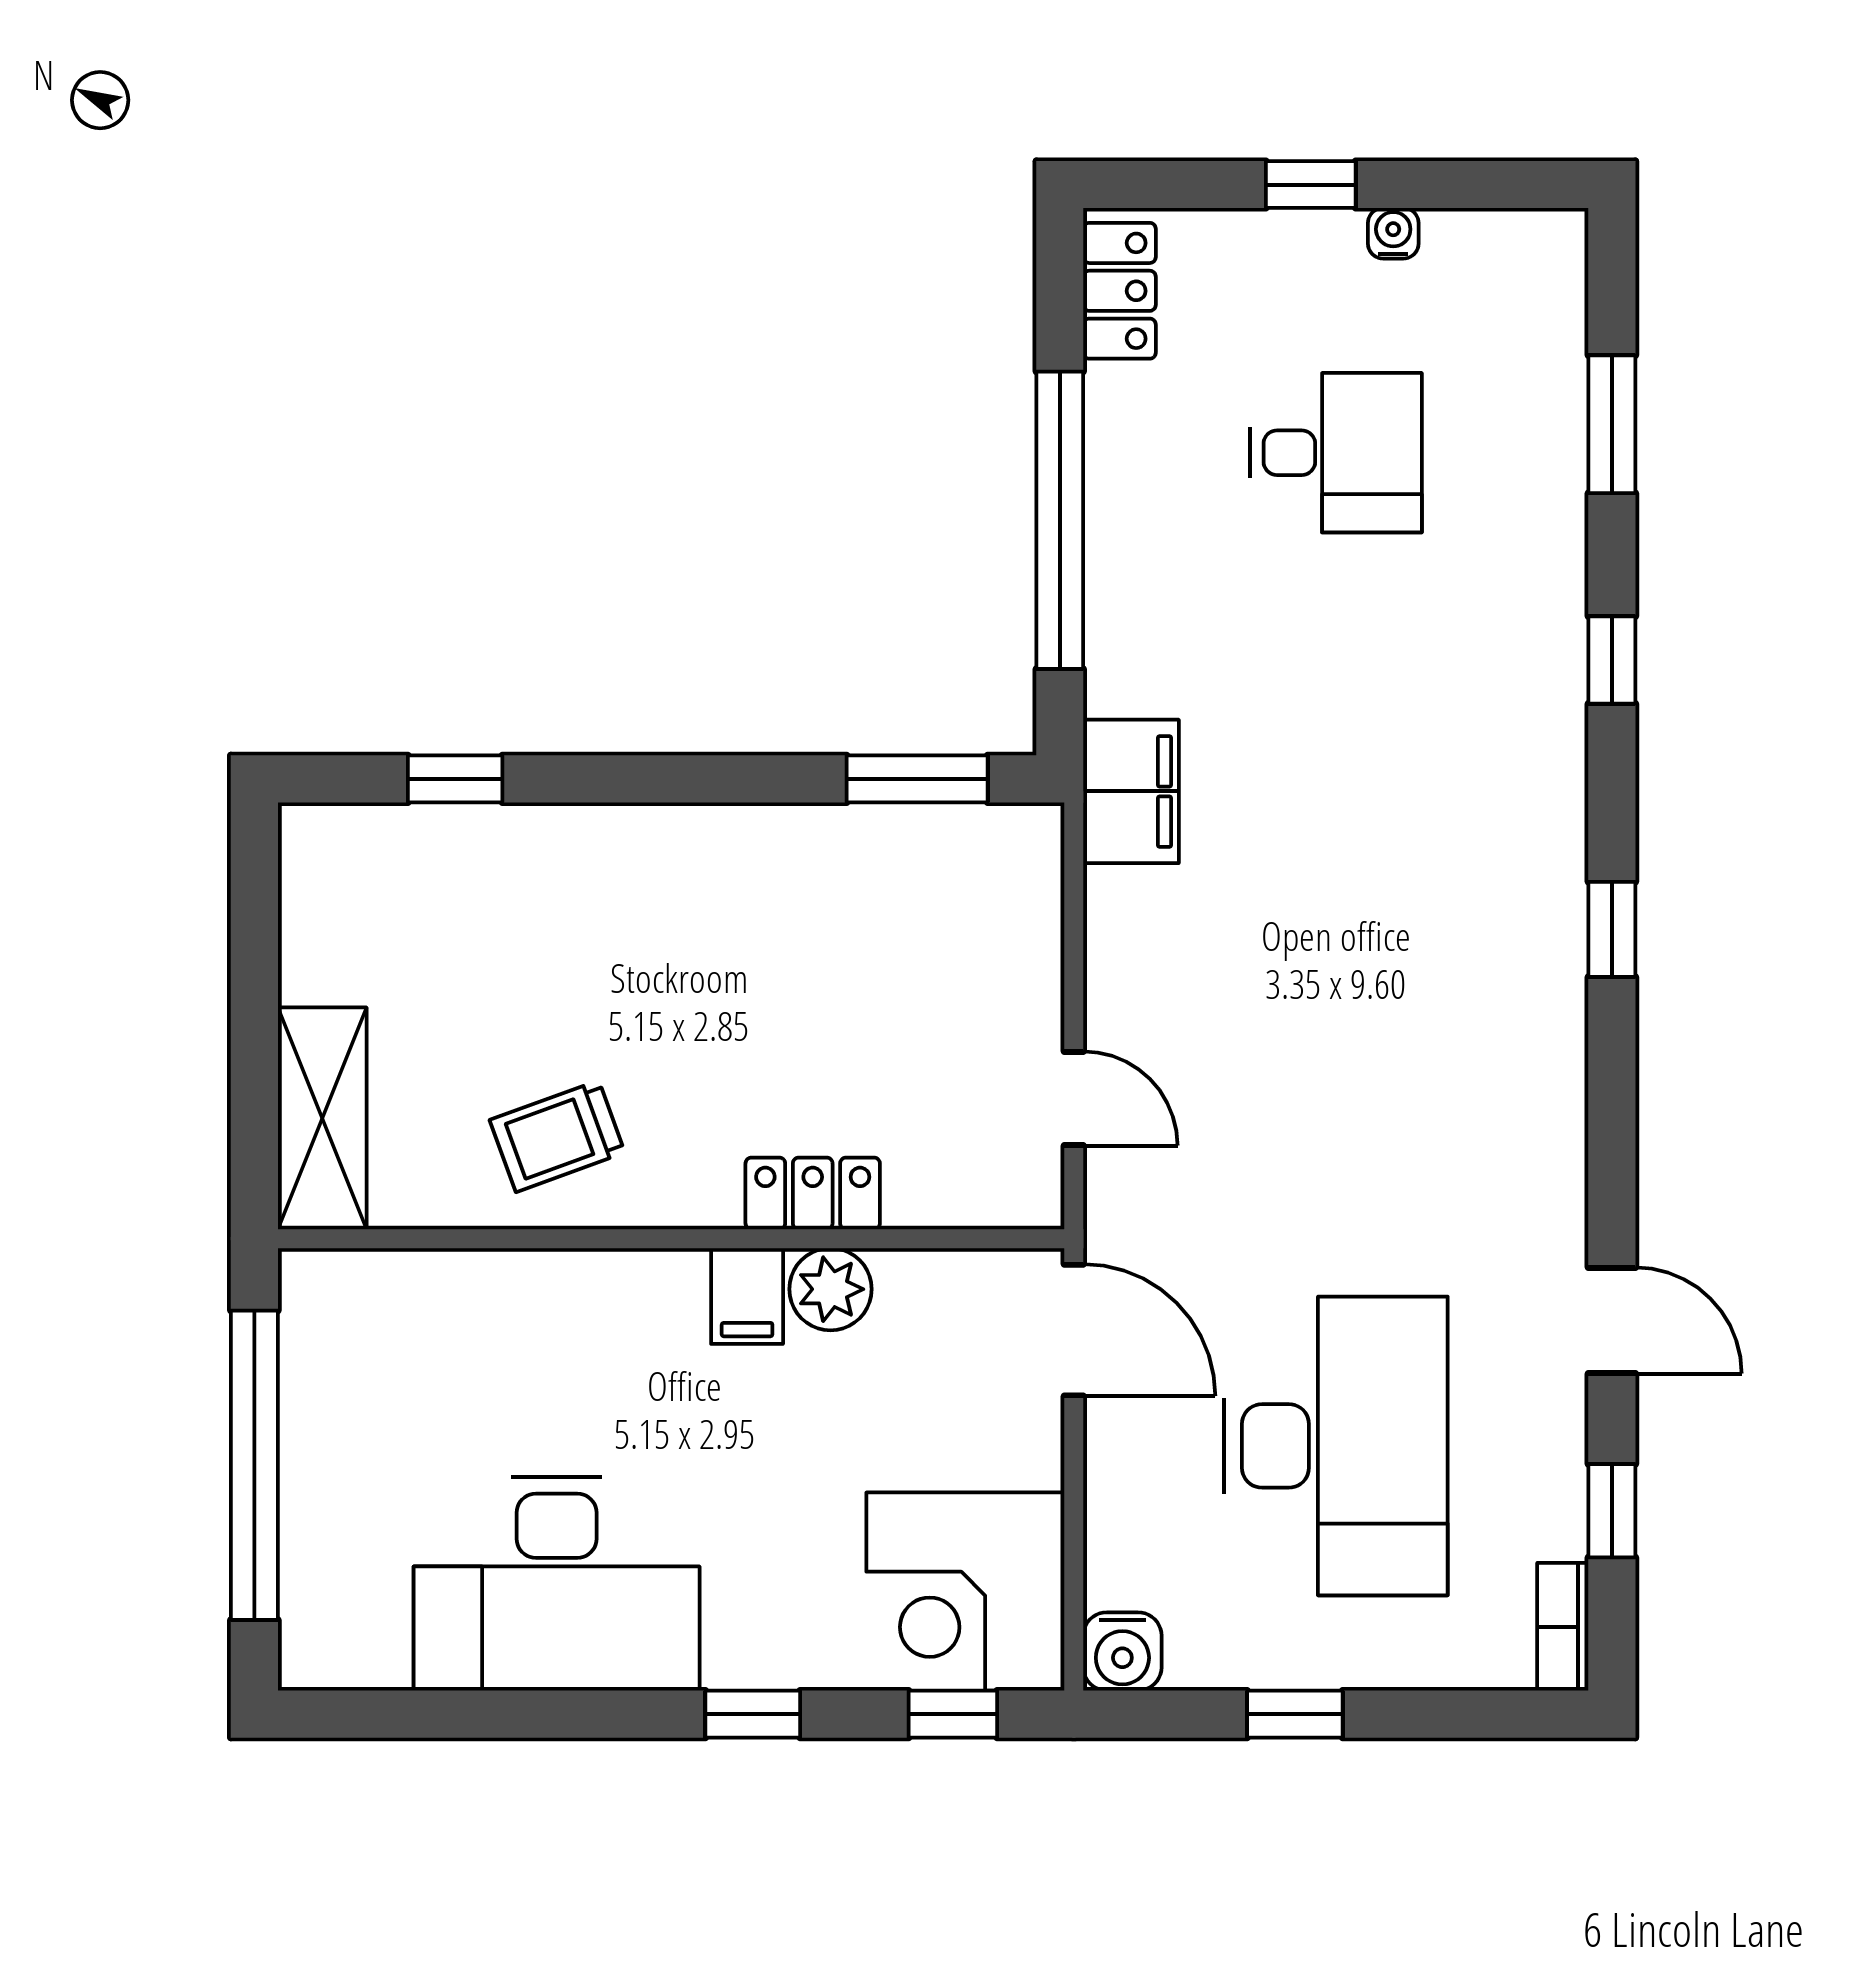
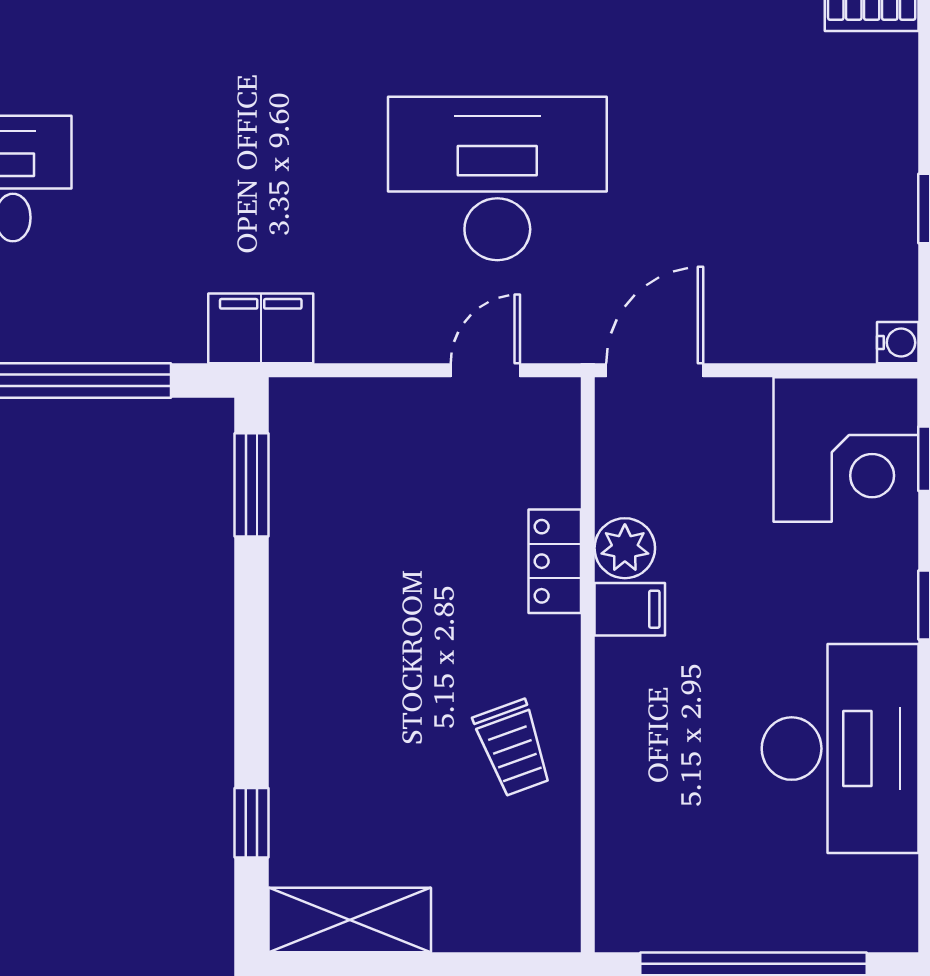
shelving: (322, 1118) -> (350, 920), moved
desk: (1336, 1446) -> (497, 179), moved
water cooler: (1122, 1651) -> (898, 343), width x0.72, depth x0.72

